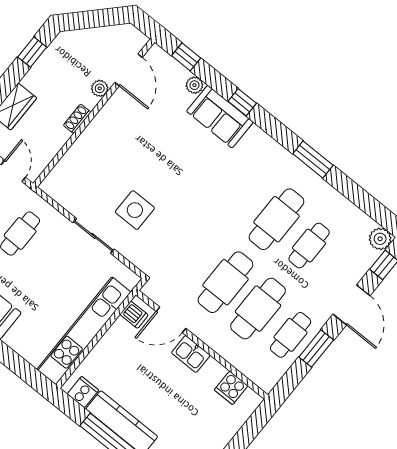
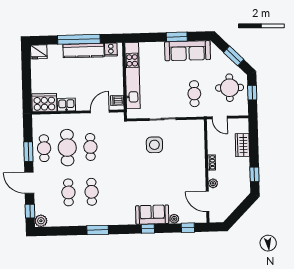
cafe table: (276, 219) -> (92, 192), width x0.73, depth x0.74
cafe table: (225, 282) -> (90, 147), width x0.73, depth x0.74
kitchen sink: (191, 354) -> (66, 105), moved
cooker: (231, 388) -> (44, 103), width x1.87, depth x1.31

